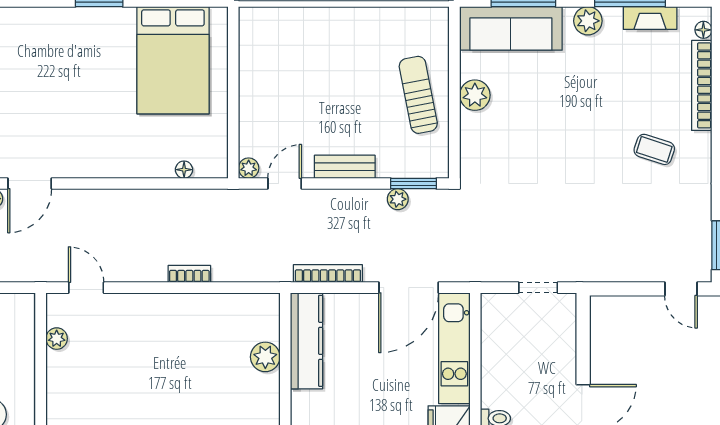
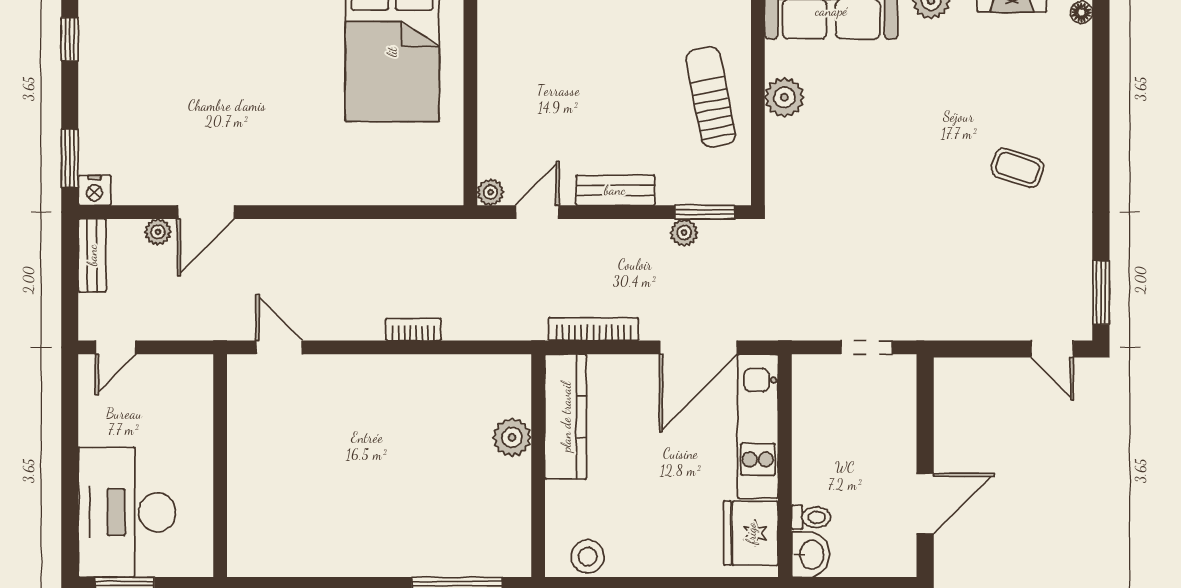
bookcase: (702, 85) -> (1079, 85), removed
floor lamp: (184, 170) -> (406, 194), removed
plant: (57, 339) -> (241, 414), removed

